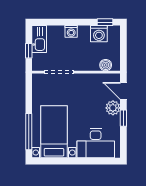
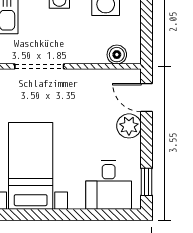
window: (123, 118) -> (147, 182), moved
desk: (96, 143) -> (109, 185), width x0.73

